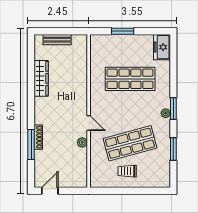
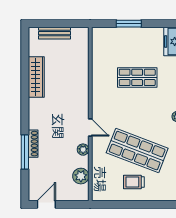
shop shelf: (130, 79) -> (137, 77), width x0.70, depth x0.74
shop shelf: (130, 143) -> (137, 151), turned 36
plant: (80, 166) -> (81, 176), added

